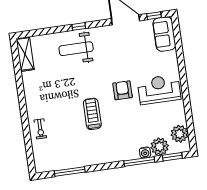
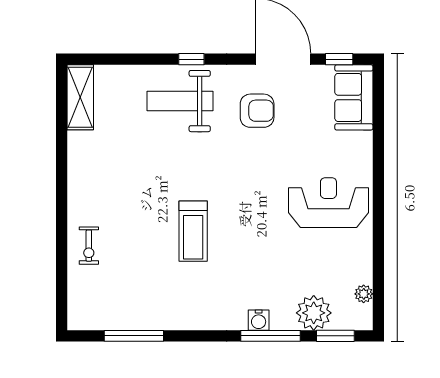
armchair: (123, 90) -> (257, 111), moved, turned 90
treadmill: (92, 114) -> (193, 231), turned 180
plant: (180, 134) -> (364, 294), width x0.53, depth x0.53
water cooler: (145, 152) -> (259, 320), moved

